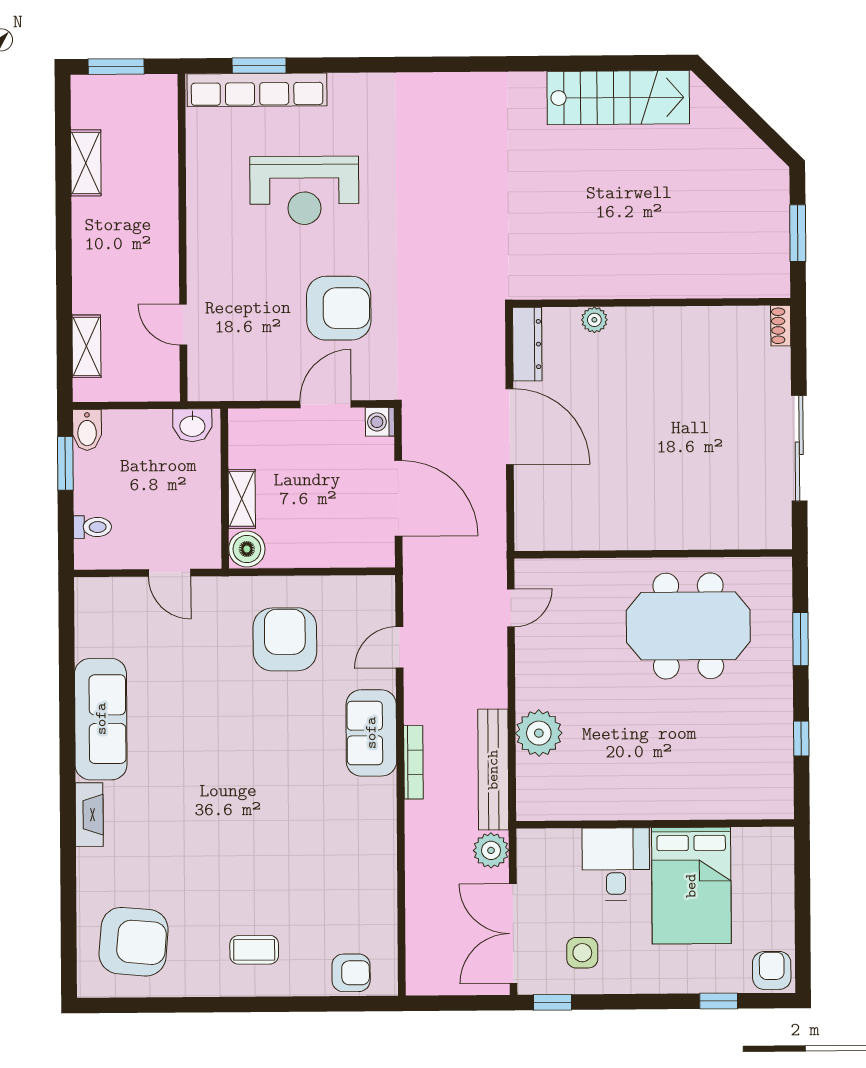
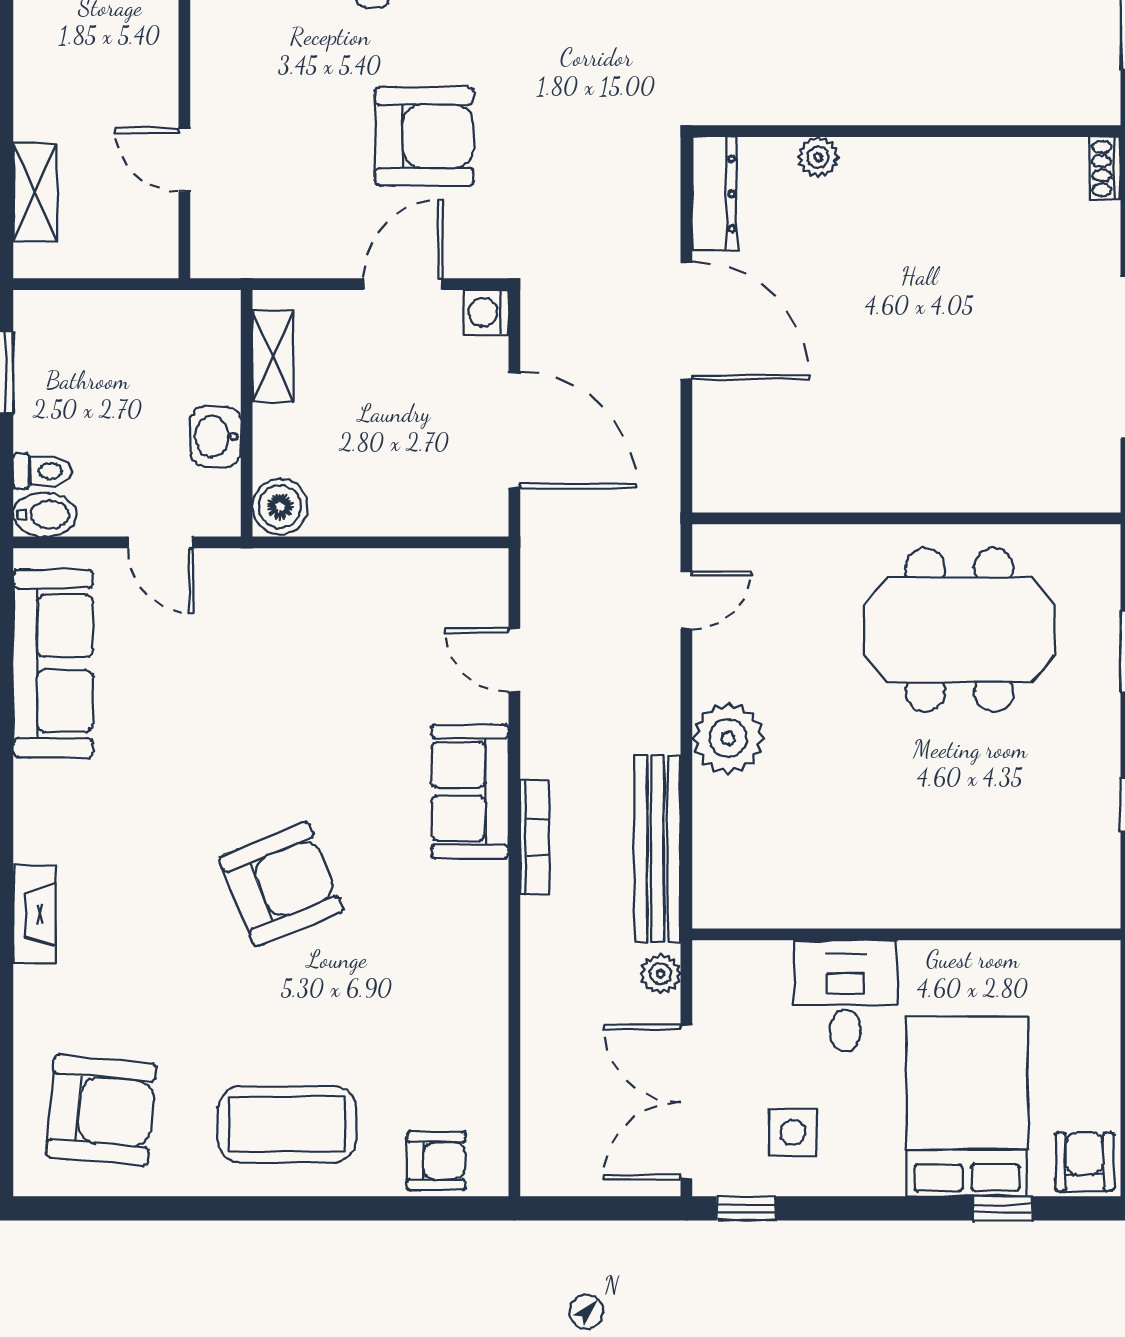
washbasin: (192, 425) -> (215, 437), moved, turned 90
bidet: (87, 430) -> (45, 515), moved, turned -90
shelving: (242, 499) -> (273, 356), moved
armchair: (285, 639) -> (281, 884), moved, turned 68
door: (399, 647) -> (514, 660), hinge flipped
sofa: (101, 719) -> (53, 663), moved
plant: (539, 733) -> (728, 738), moved
plant: (491, 850) -> (661, 974), width x0.73, depth x0.73
bed: (691, 886) -> (967, 1106), moved, turned 180
coffee table: (254, 950) -> (287, 1124), width x1.86, depth x1.72

